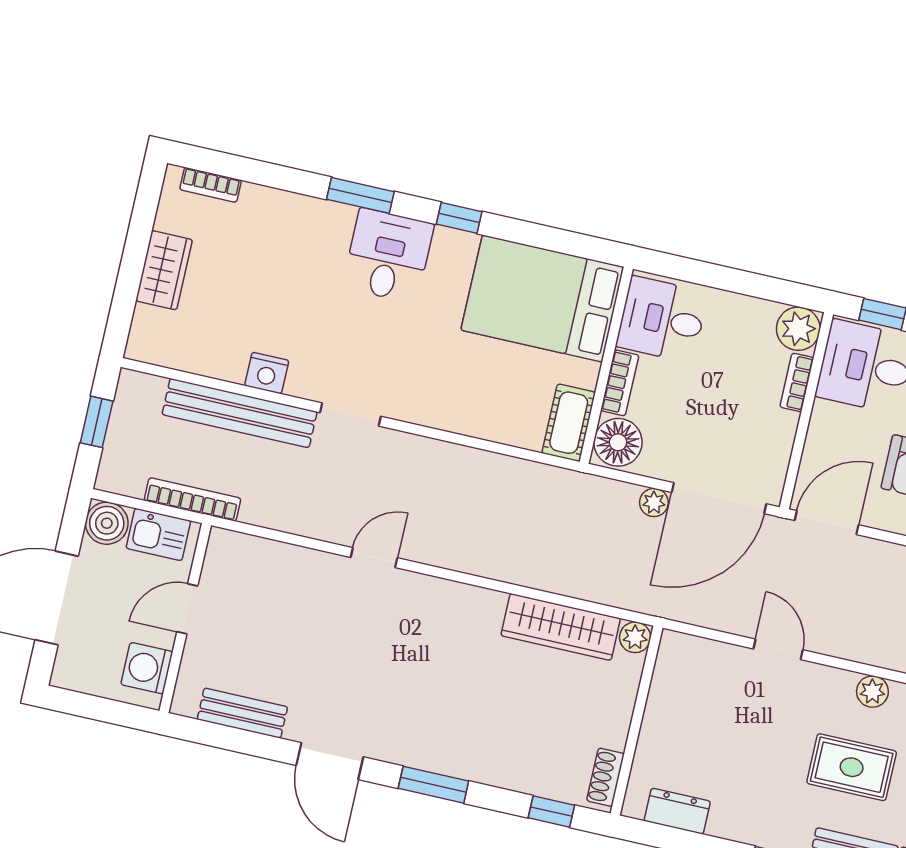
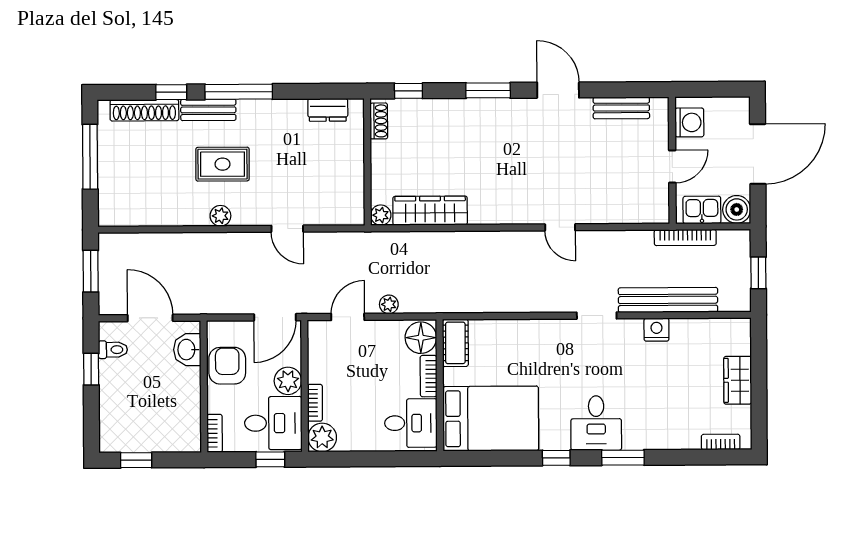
plant: (829, 424) -> (288, 381), added
door: (719, 498) -> (348, 317), width x0.53
door: (374, 558) -> (560, 227), hinge flipped

